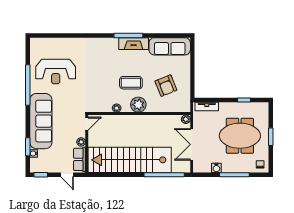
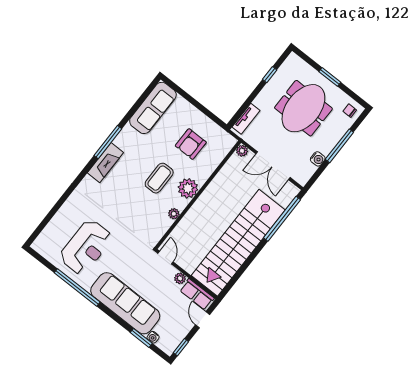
fireplace: (134, 44) -> (105, 163), moved
armchair: (166, 86) -> (191, 144), turned 112
door: (67, 175) -> (203, 320), swing flipped

